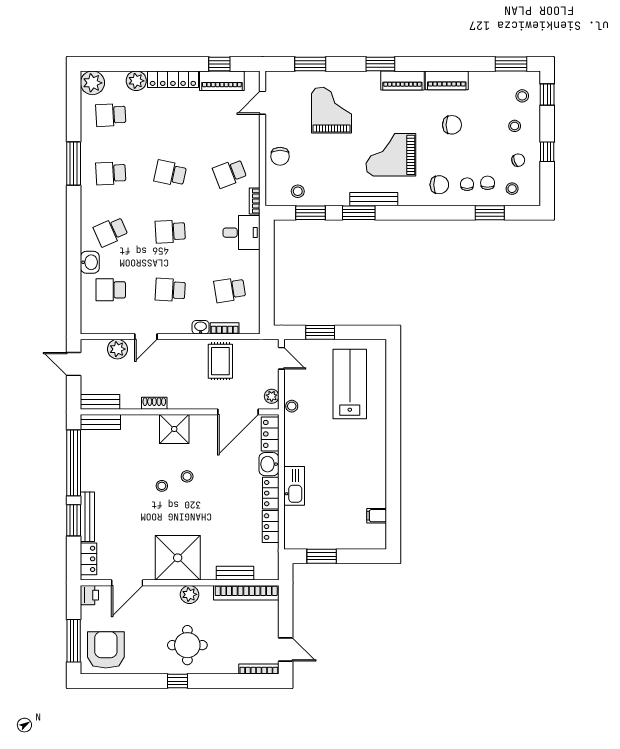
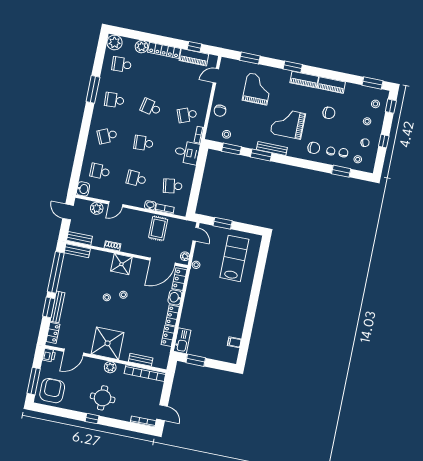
washbasin: (90, 262) -> (83, 189), moved
kitchen sink: (294, 486) -> (182, 341), moved

